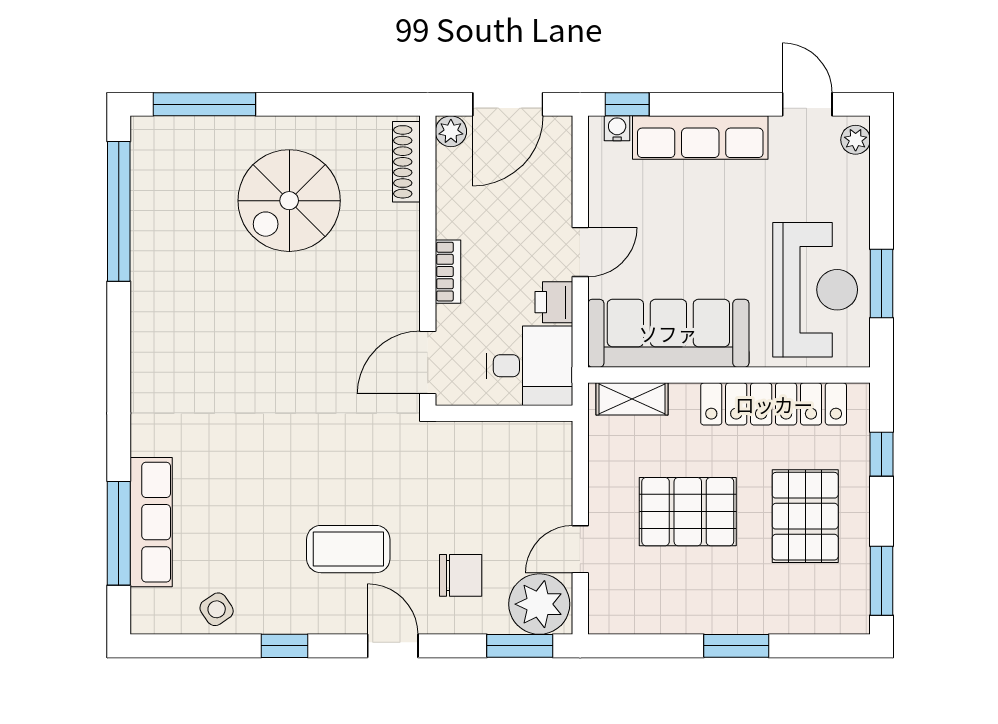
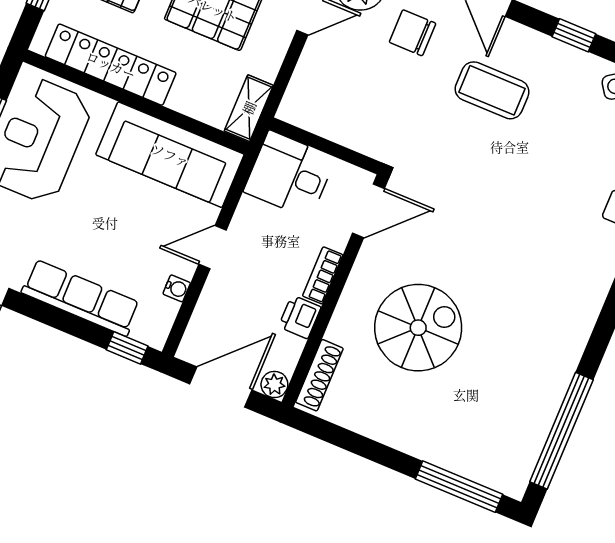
water cooler: (617, 128) -> (177, 288), moved, turned -90
spiral stairs: (289, 201) -> (418, 328), moved
printer: (554, 302) -> (300, 317), moved, turned 180
shelving: (632, 399) -> (249, 108), moved, turned 90

